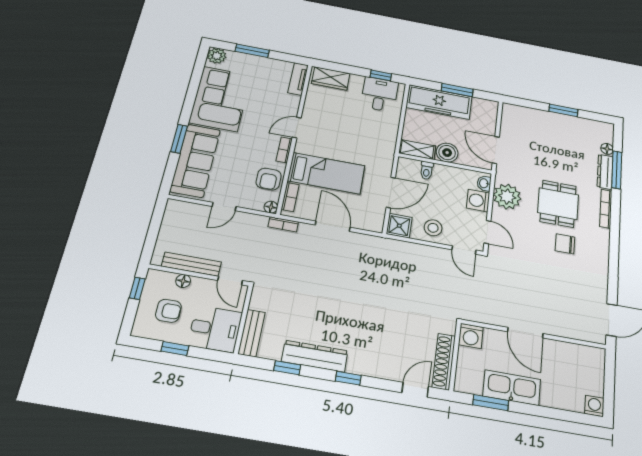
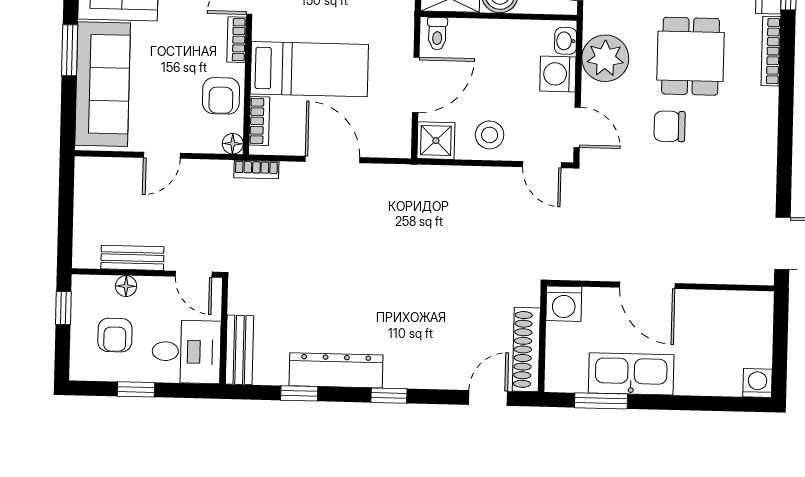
toilet: (427, 170) -> (437, 34), moved
chair: (565, 244) -> (670, 126), moved
bench: (191, 264) -> (132, 258), width x0.73
armchair: (168, 311) -> (115, 335), turned 90

